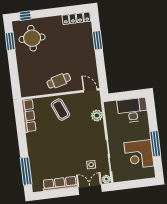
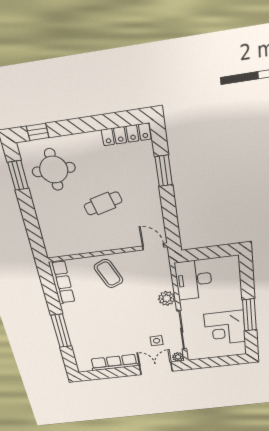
cafe table: (59, 81) -> (103, 203), moved
desk: (132, 110) -> (194, 280), moved, turned -90
plant: (97, 116) -> (167, 298), moved
window: (26, 171) -> (61, 331), moved

